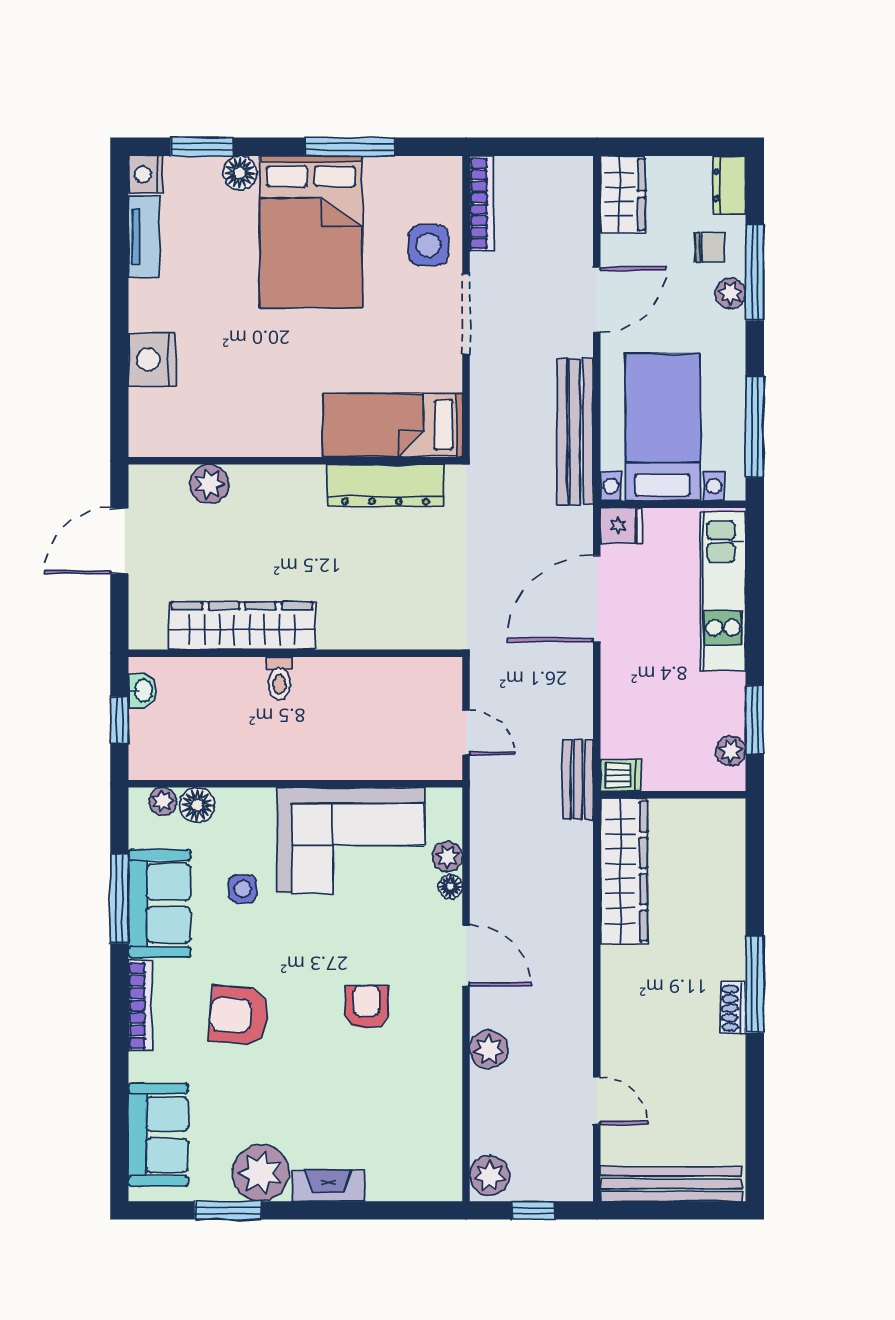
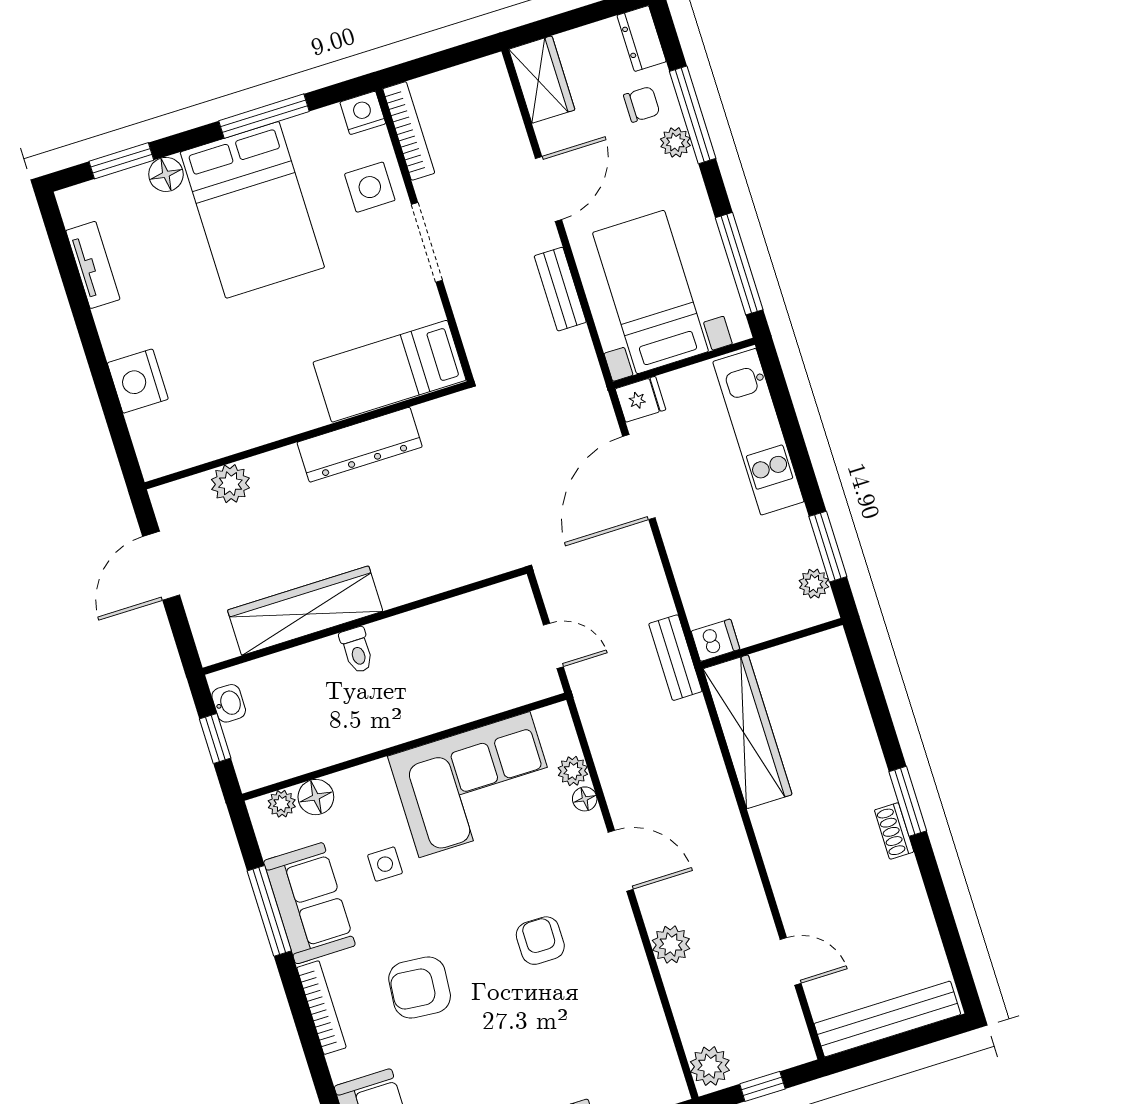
nightstand: (146, 174) -> (363, 113), moved, turned 90
bench: (575, 432) -> (560, 289), width x0.54, depth x0.82
dresser: (385, 485) -> (360, 445), moved
window: (755, 984) -> (908, 801), width x0.69

